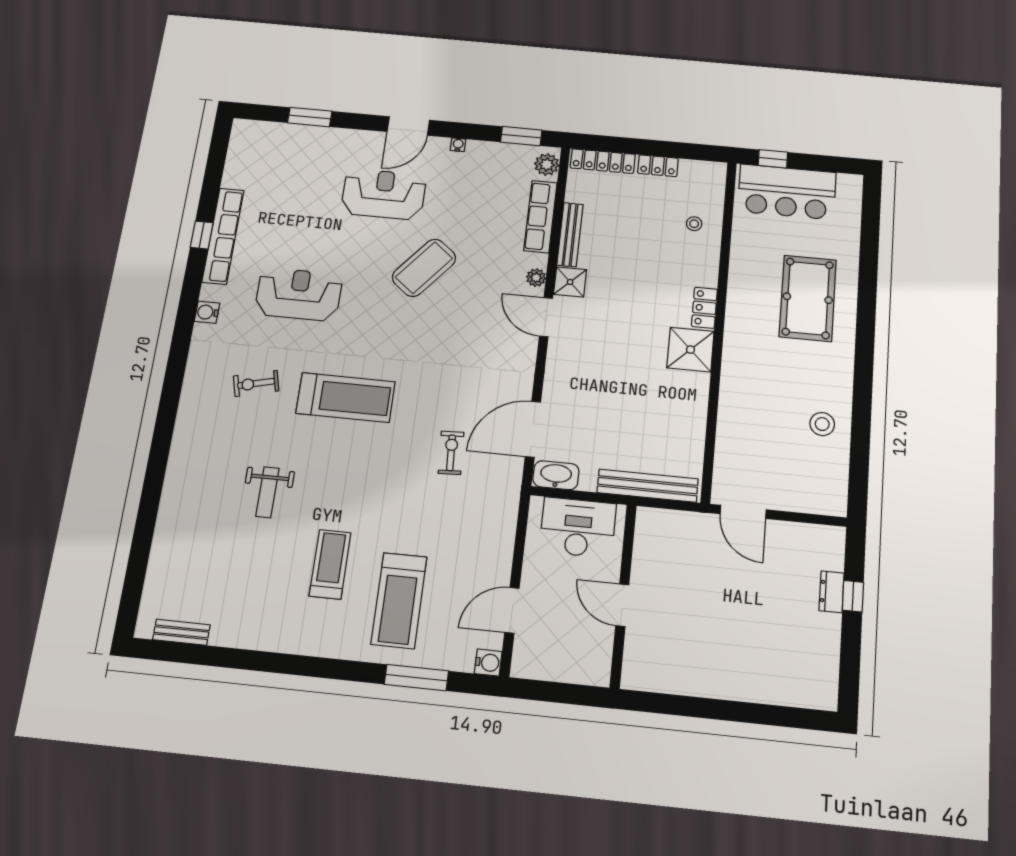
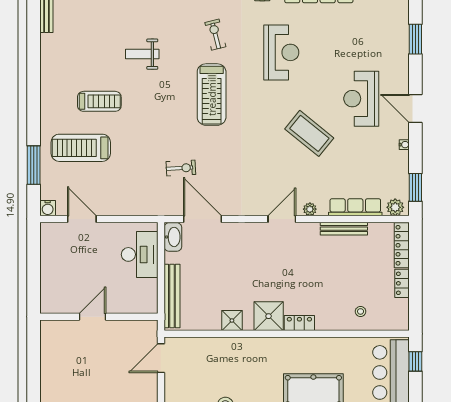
reception desk: (384, 194) -> (361, 99), turned 180
shower: (570, 282) -> (232, 320), moved
wall: (623, 595) -> (99, 317), moved
door: (622, 605) -> (92, 317), moved

